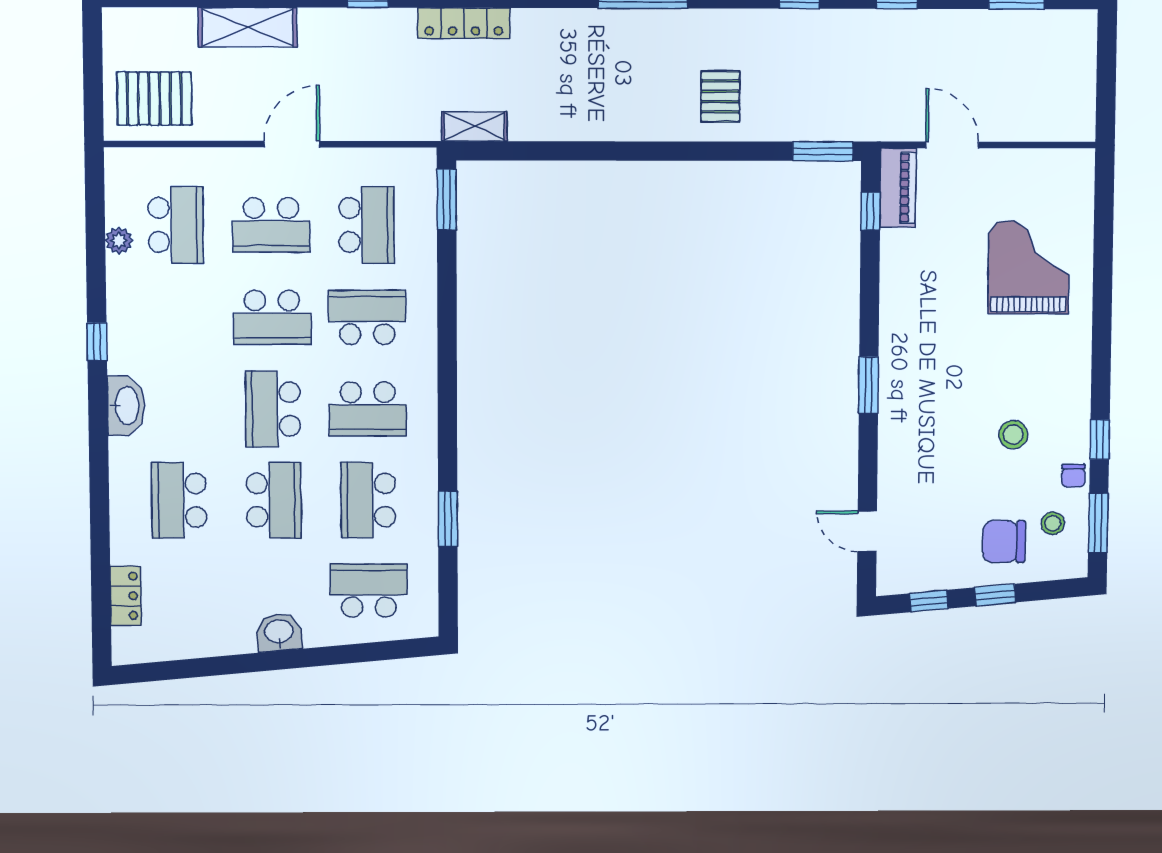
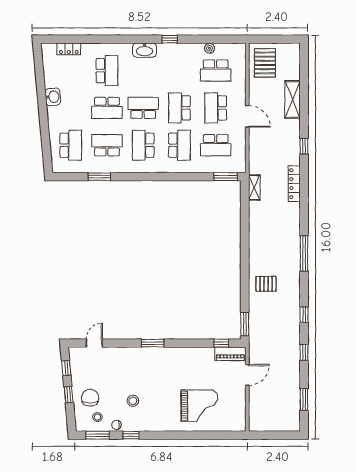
school desk: (179, 500) -> (107, 71), turned 90
washbasin: (279, 632) -> (53, 97), moved

